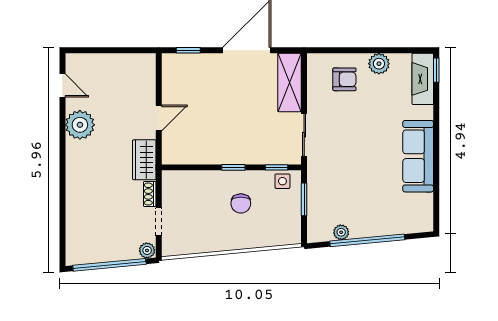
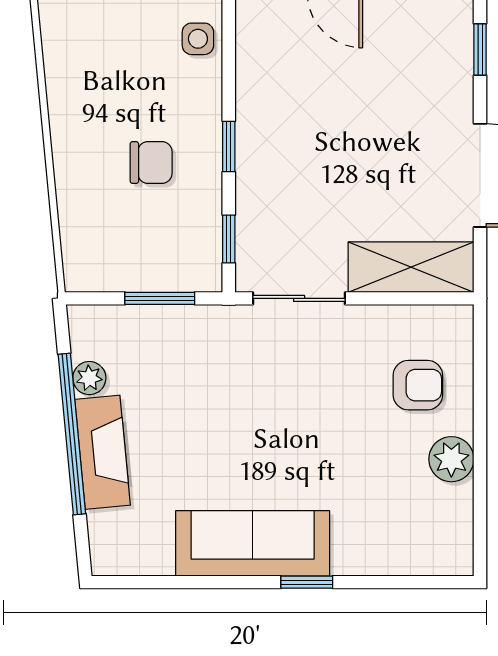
window: (436, 70) -> (307, 582), moved
armchair: (344, 79) -> (418, 385), turned -90
fireplace: (423, 79) -> (103, 452), moved, turned 85
side table: (282, 181) -> (198, 39), moved
chair: (241, 203) -> (151, 162), turned 180

